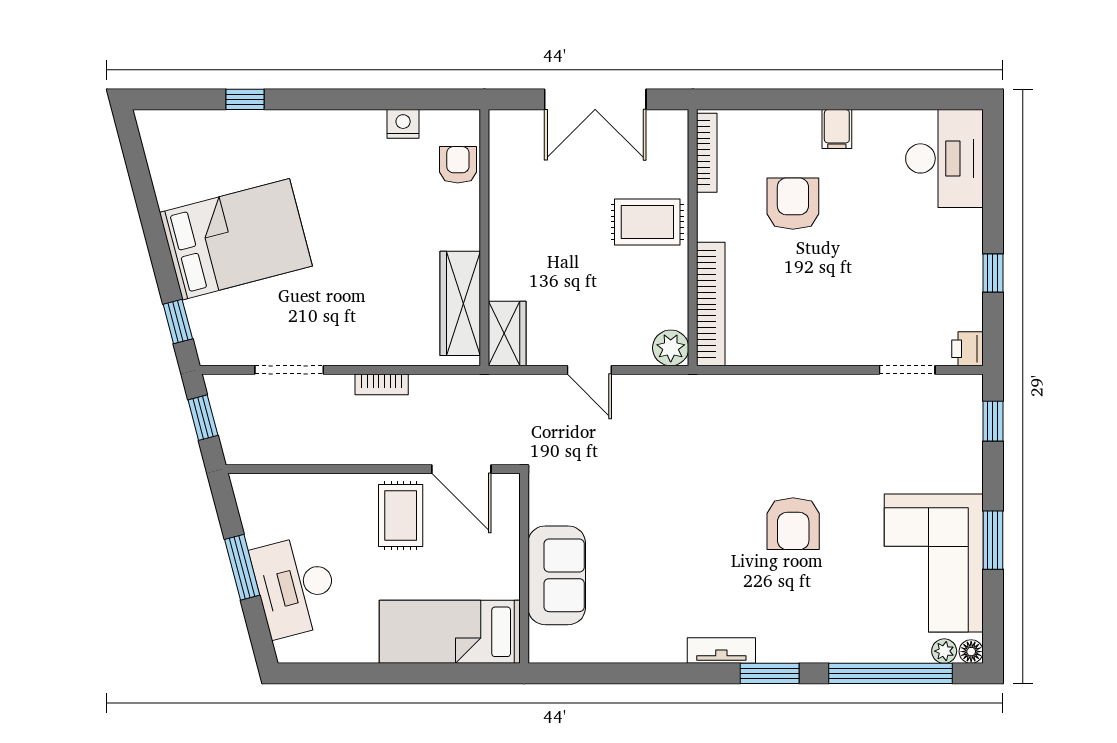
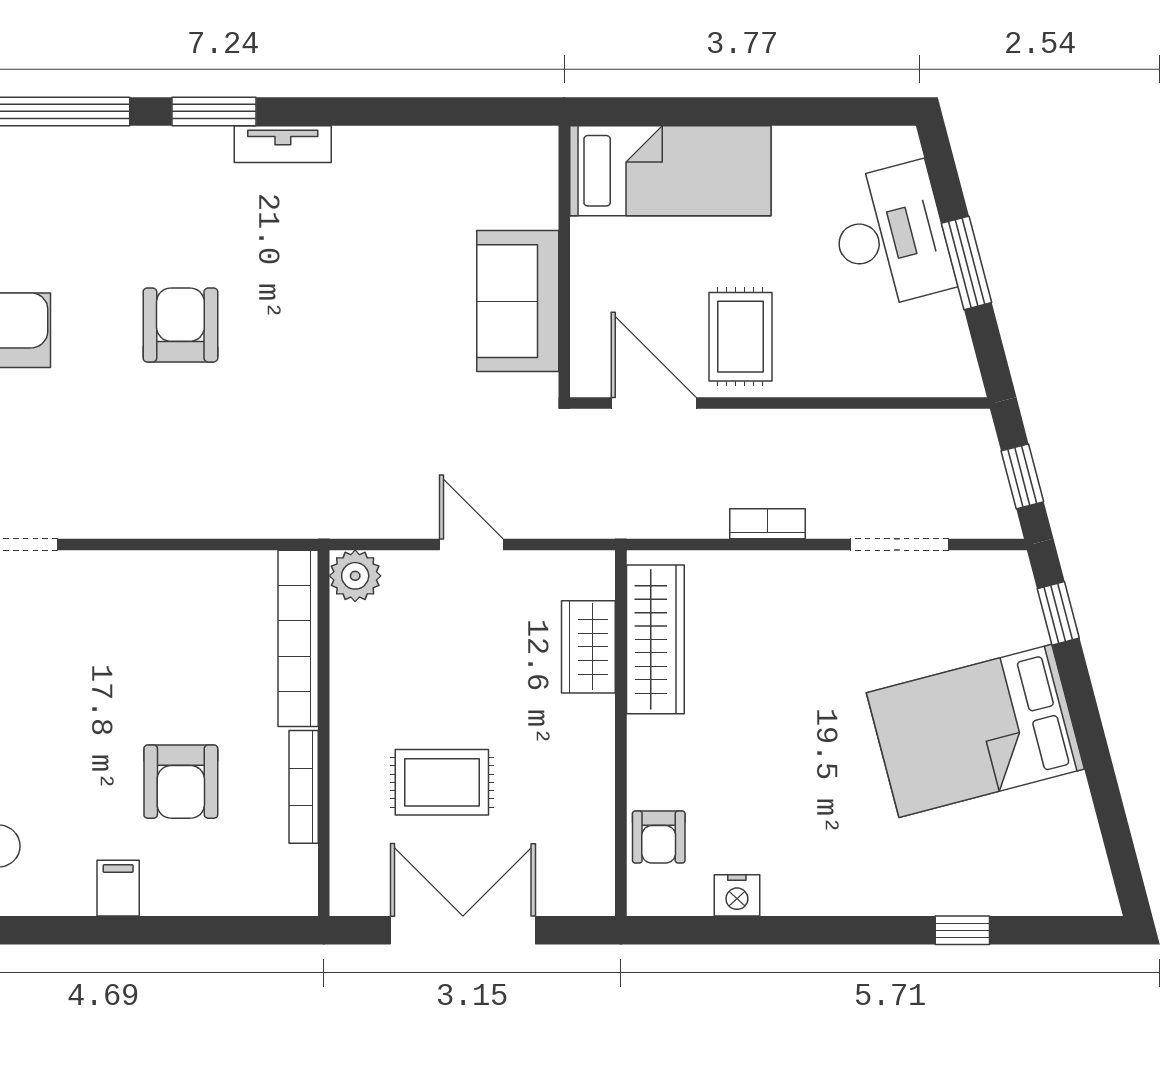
bookcase: (707, 153) -> (304, 787), moved
rug: (647, 222) -> (442, 782), moved
wardrobe: (507, 333) -> (588, 647), moved
sofa: (557, 575) -> (518, 301), moved

